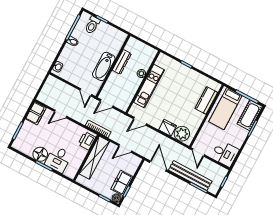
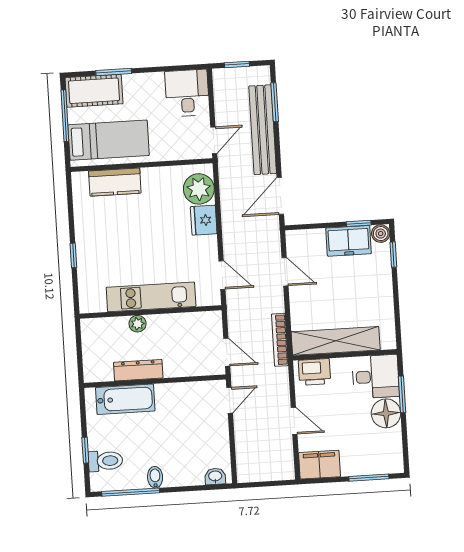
bathtub: (104, 66) -> (125, 399), moved
printer: (87, 141) -> (314, 372), moved
wall: (86, 158) -> (345, 355), moved
shelving: (94, 158) -> (336, 341), moved

